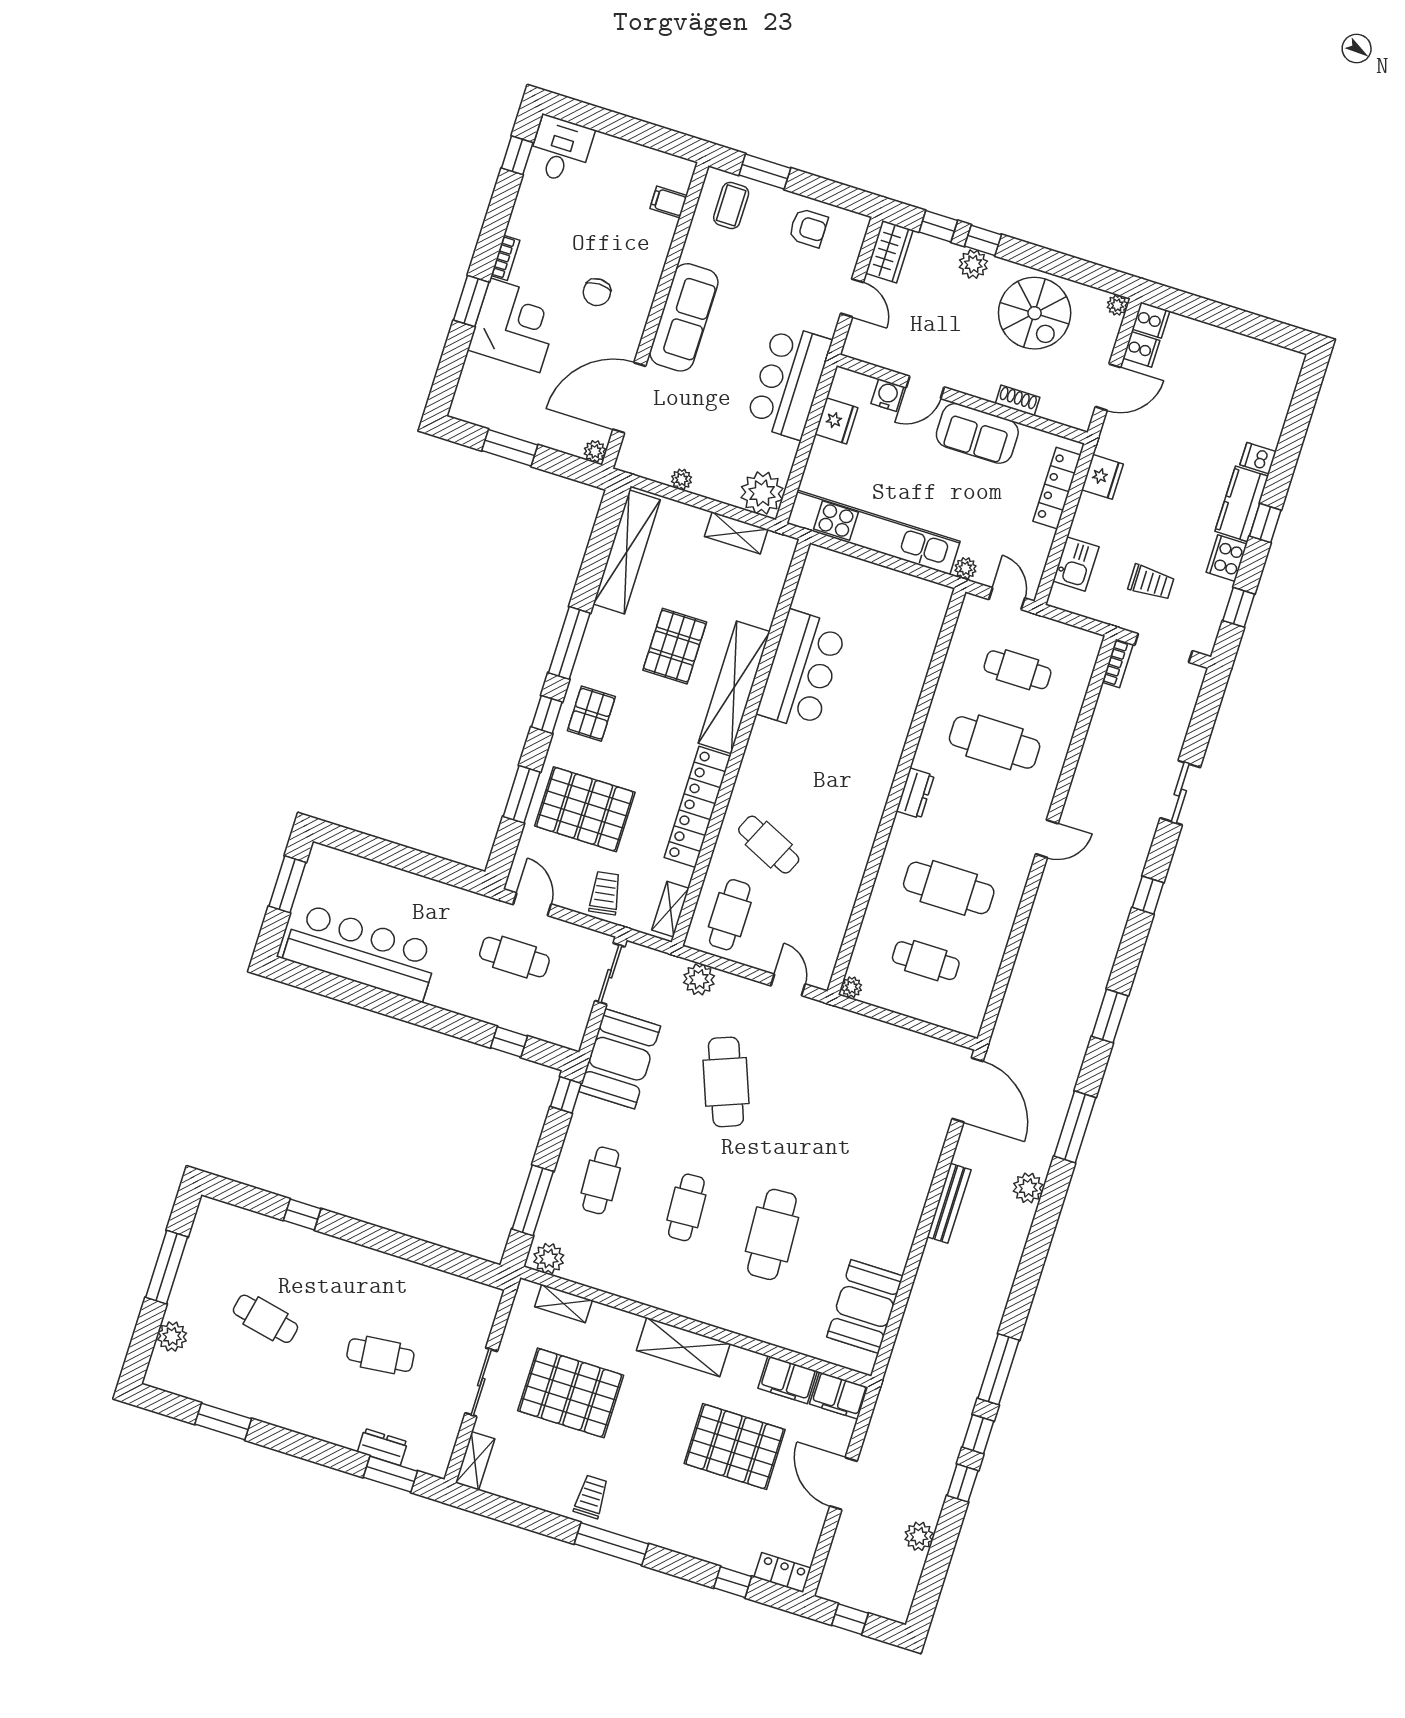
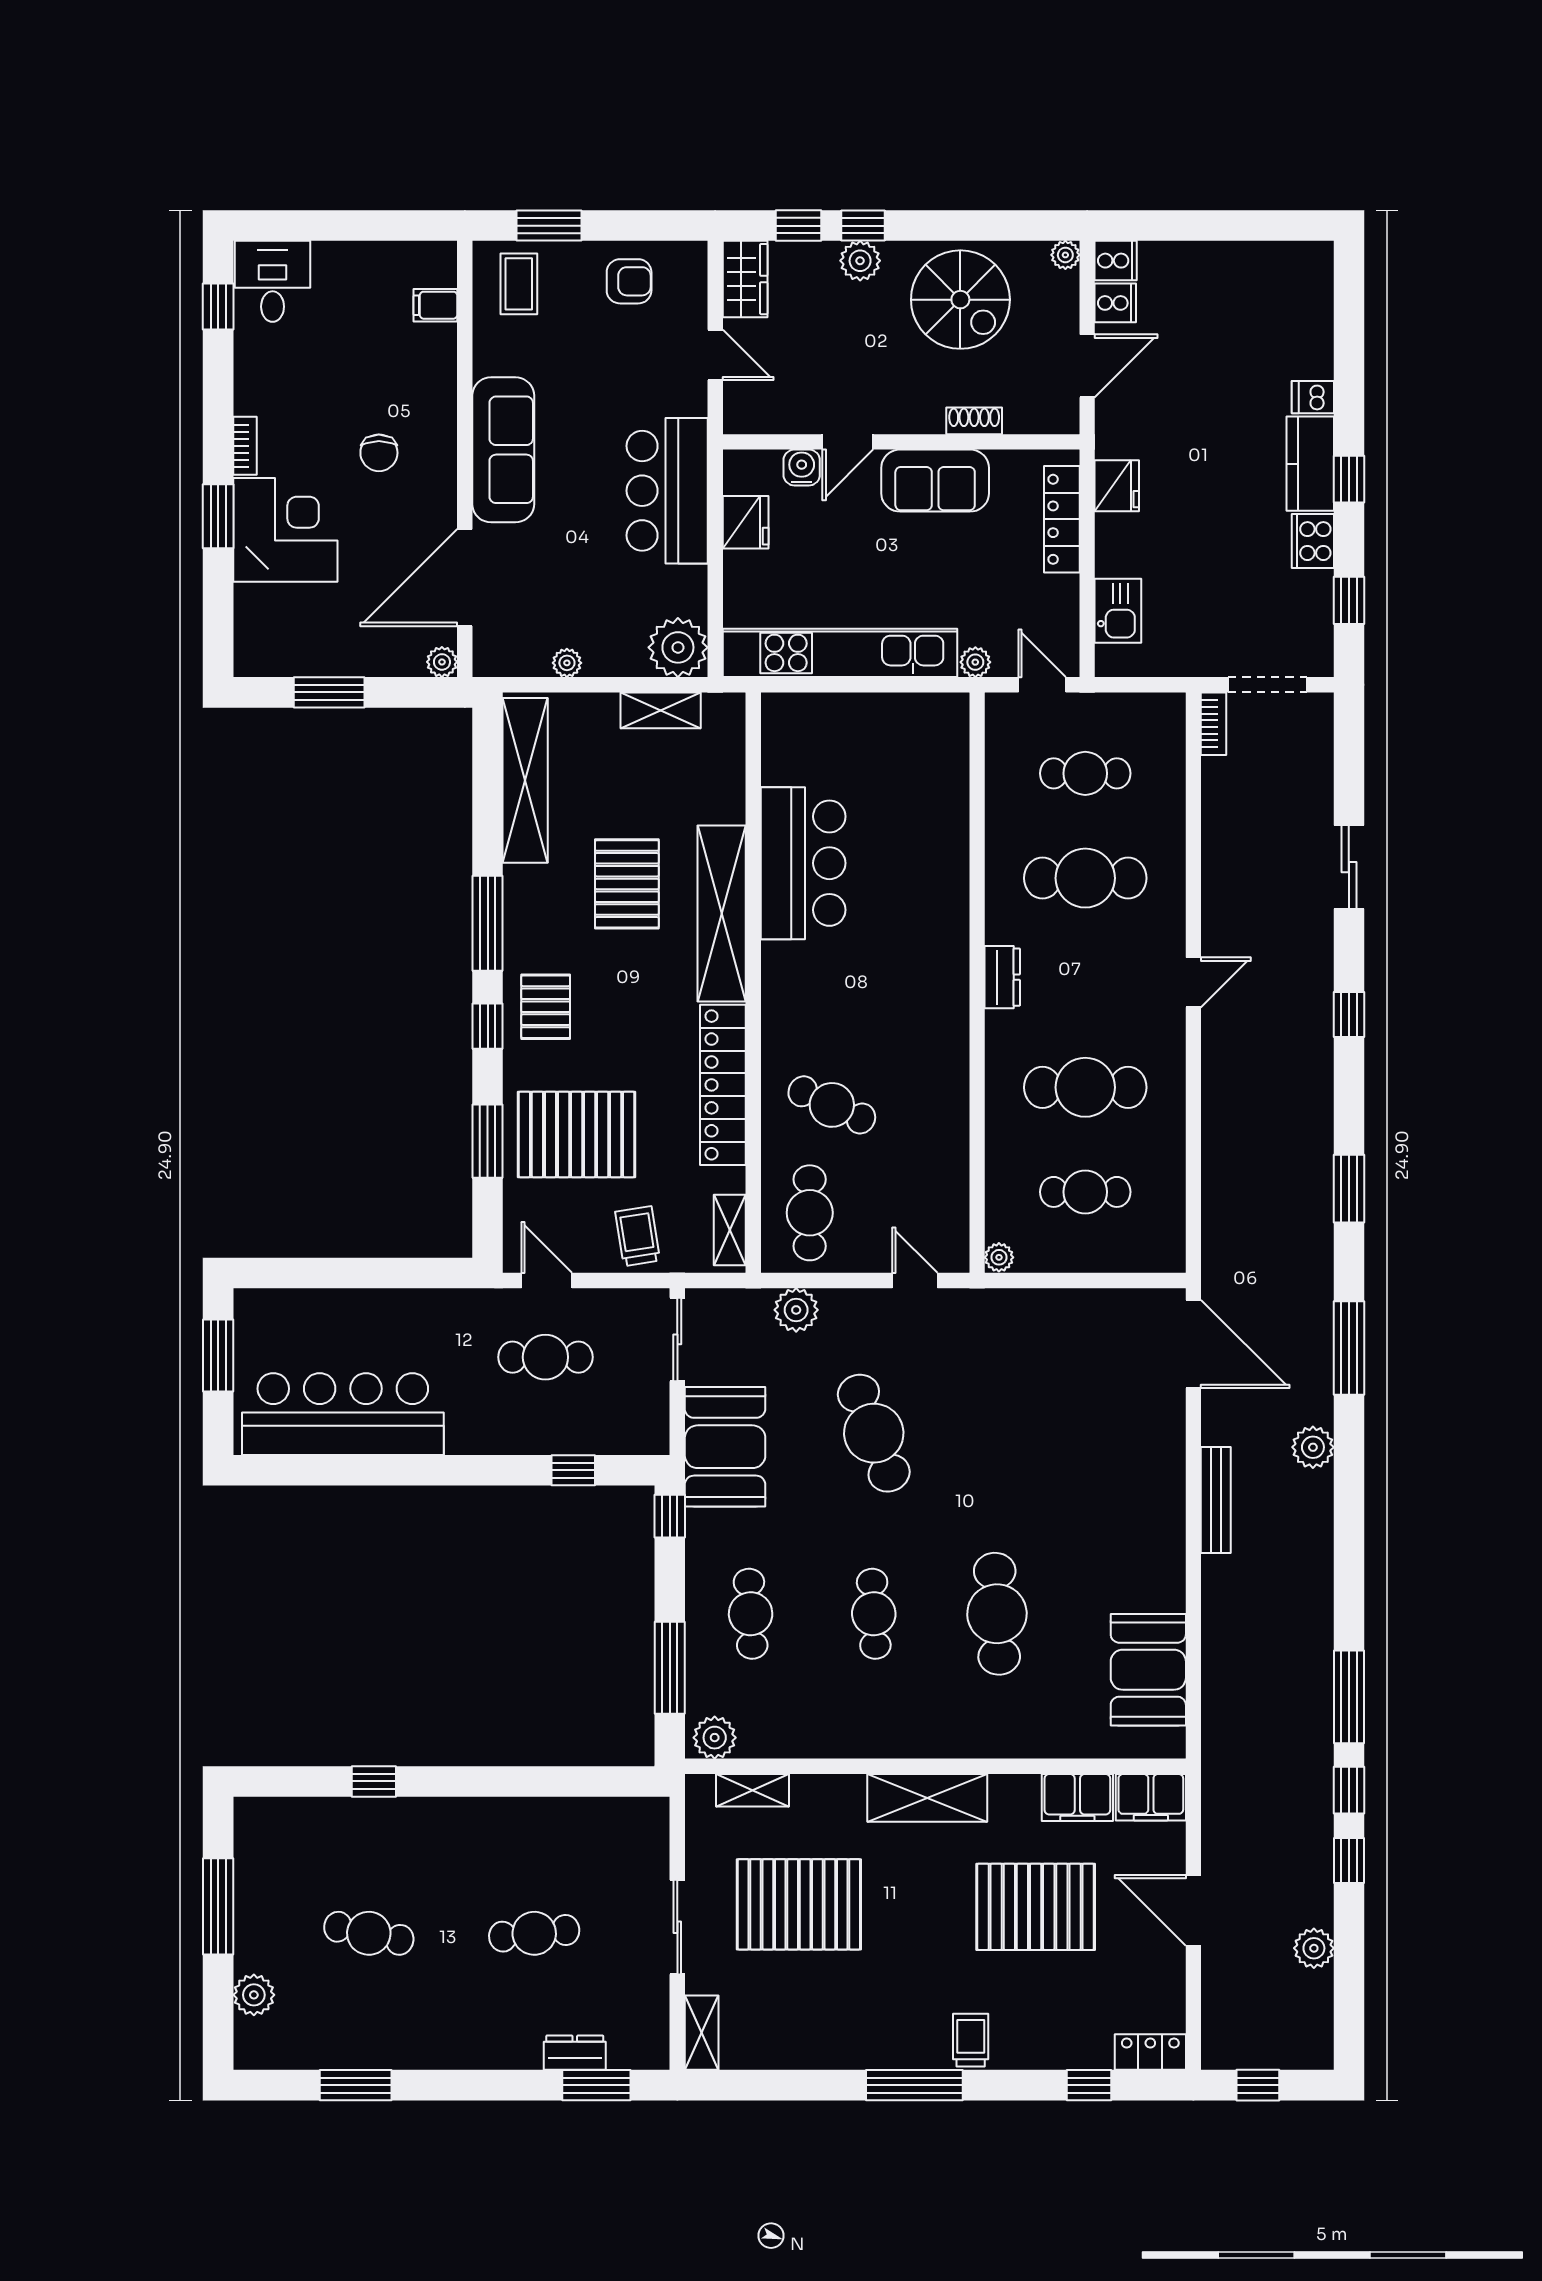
trolley: (1151, 582) -> (1224, 604), removed
trolley: (591, 1497) -> (971, 2040), moved

